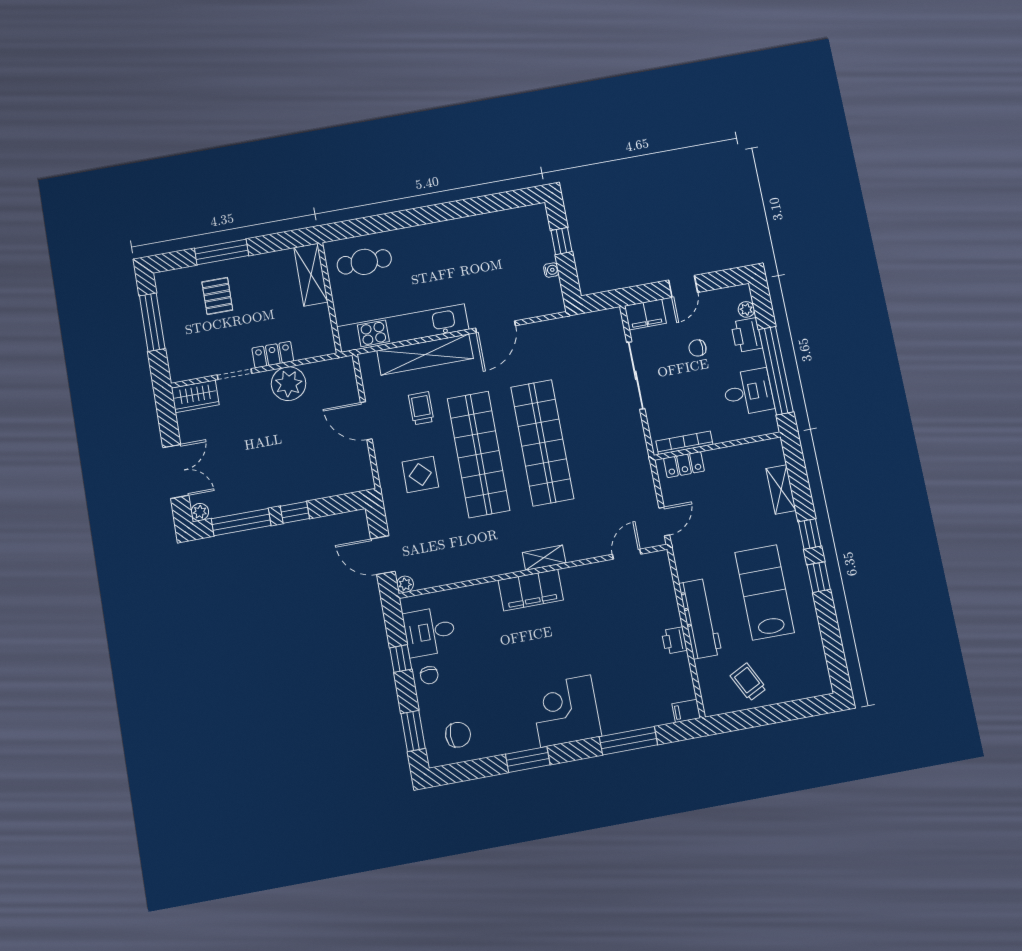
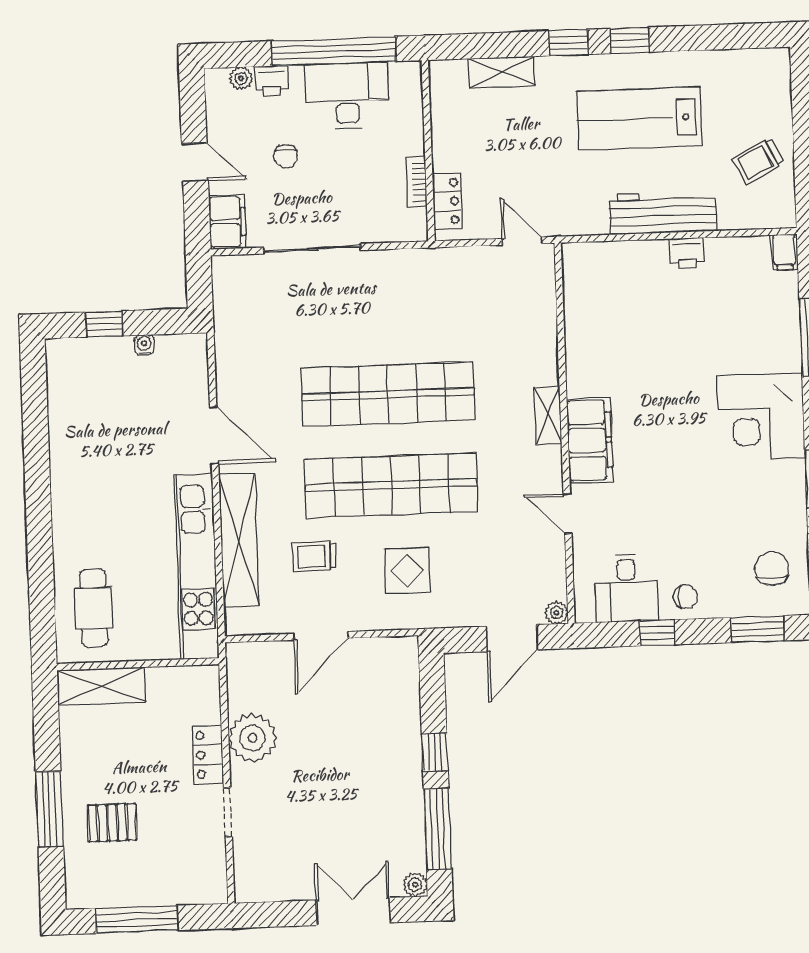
printer: (747, 335) -> (272, 81), width x0.73, depth x0.81
desk: (748, 392) -> (347, 96), width x1.37
wardrobe: (195, 396) -> (251, 871), removed
bookcase: (684, 443) -> (416, 182), width x0.64
door: (627, 554) -> (568, 514), moved

